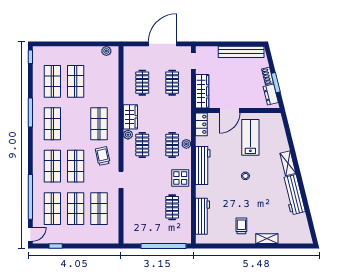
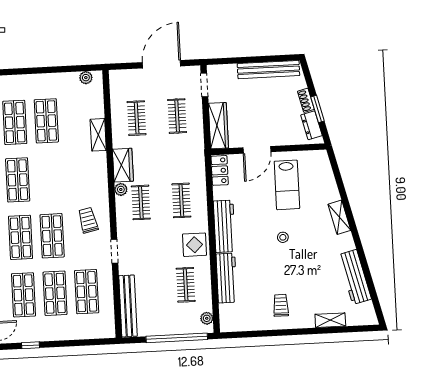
shelving: (113, 94) -> (98, 135), added
shop shelf: (99, 124) -> (81, 177), removed
lab bench: (250, 137) -> (287, 185), turned 180
plant: (186, 144) -> (207, 318), moved
workbench: (294, 195) -> (355, 277), moved
workbench: (202, 216) -> (227, 278), moved
bench: (129, 221) -> (128, 306), added
shelving: (267, 239) -> (330, 320), moved

